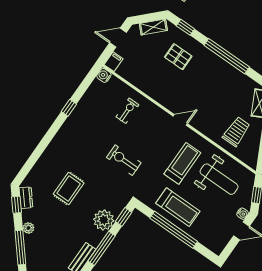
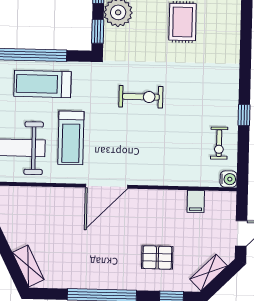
filing cabinet: (114, 62) -> (196, 201), moved
exercise bike: (127, 111) -> (219, 143), moved
door: (180, 120) -> (107, 186), width x1.87
trolley: (236, 132) -> (33, 216), removed

